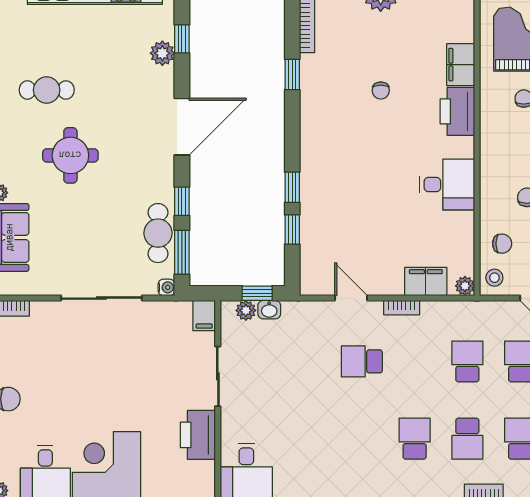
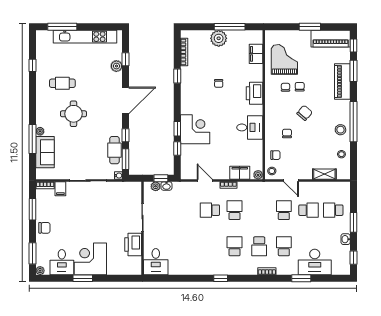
filing cabinet: (461, 65) -> (256, 54), moved
corner desk: (331, 188) -> (195, 129), added
filing cabinet: (204, 316) -> (60, 189), moved
school desk: (467, 361) -> (234, 210), moved

